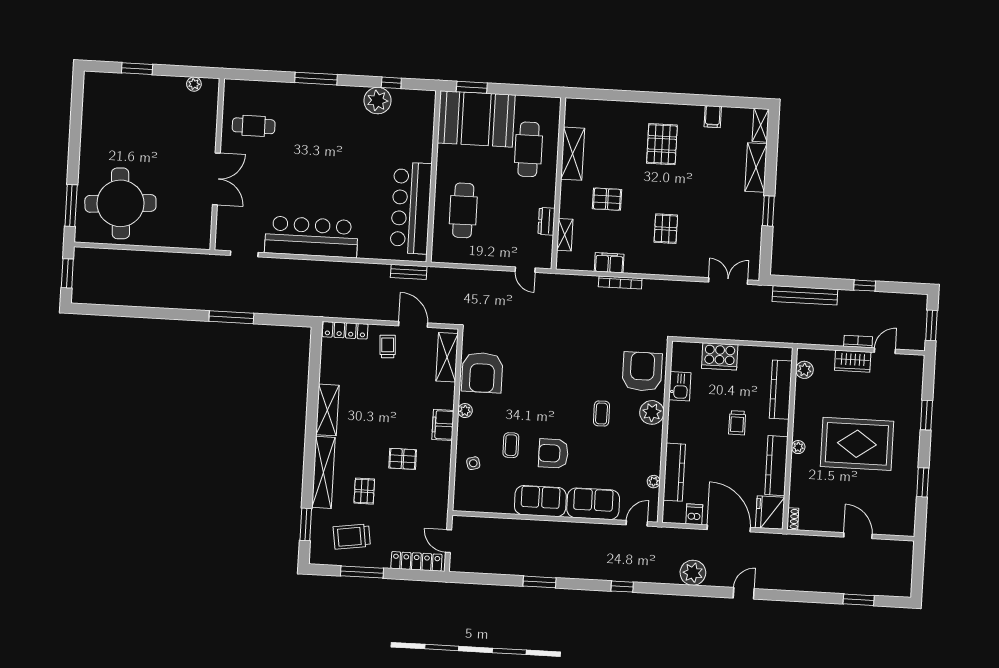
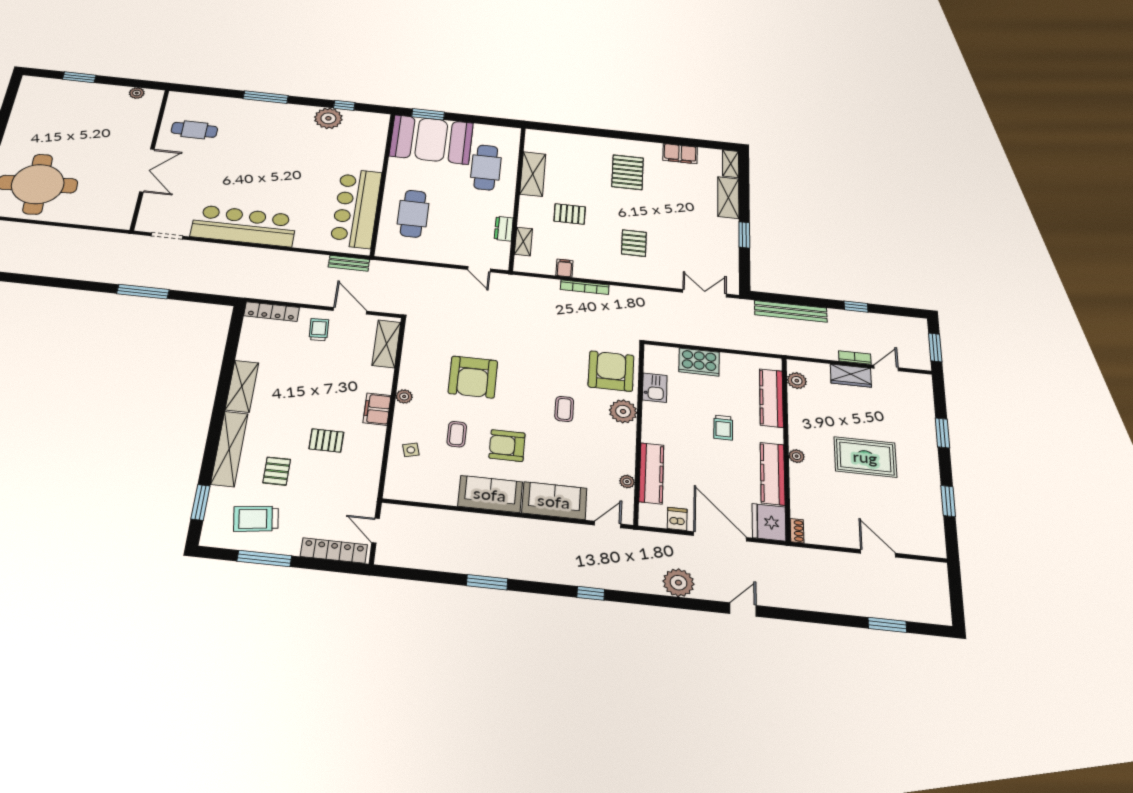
filing cabinet: (713, 117) -> (680, 154), width x2.00
filing cabinet: (609, 263) -> (564, 268), width x0.50
armchair: (482, 373) -> (473, 377), moved
rug: (857, 444) -> (865, 457), width x0.73, depth x0.69

